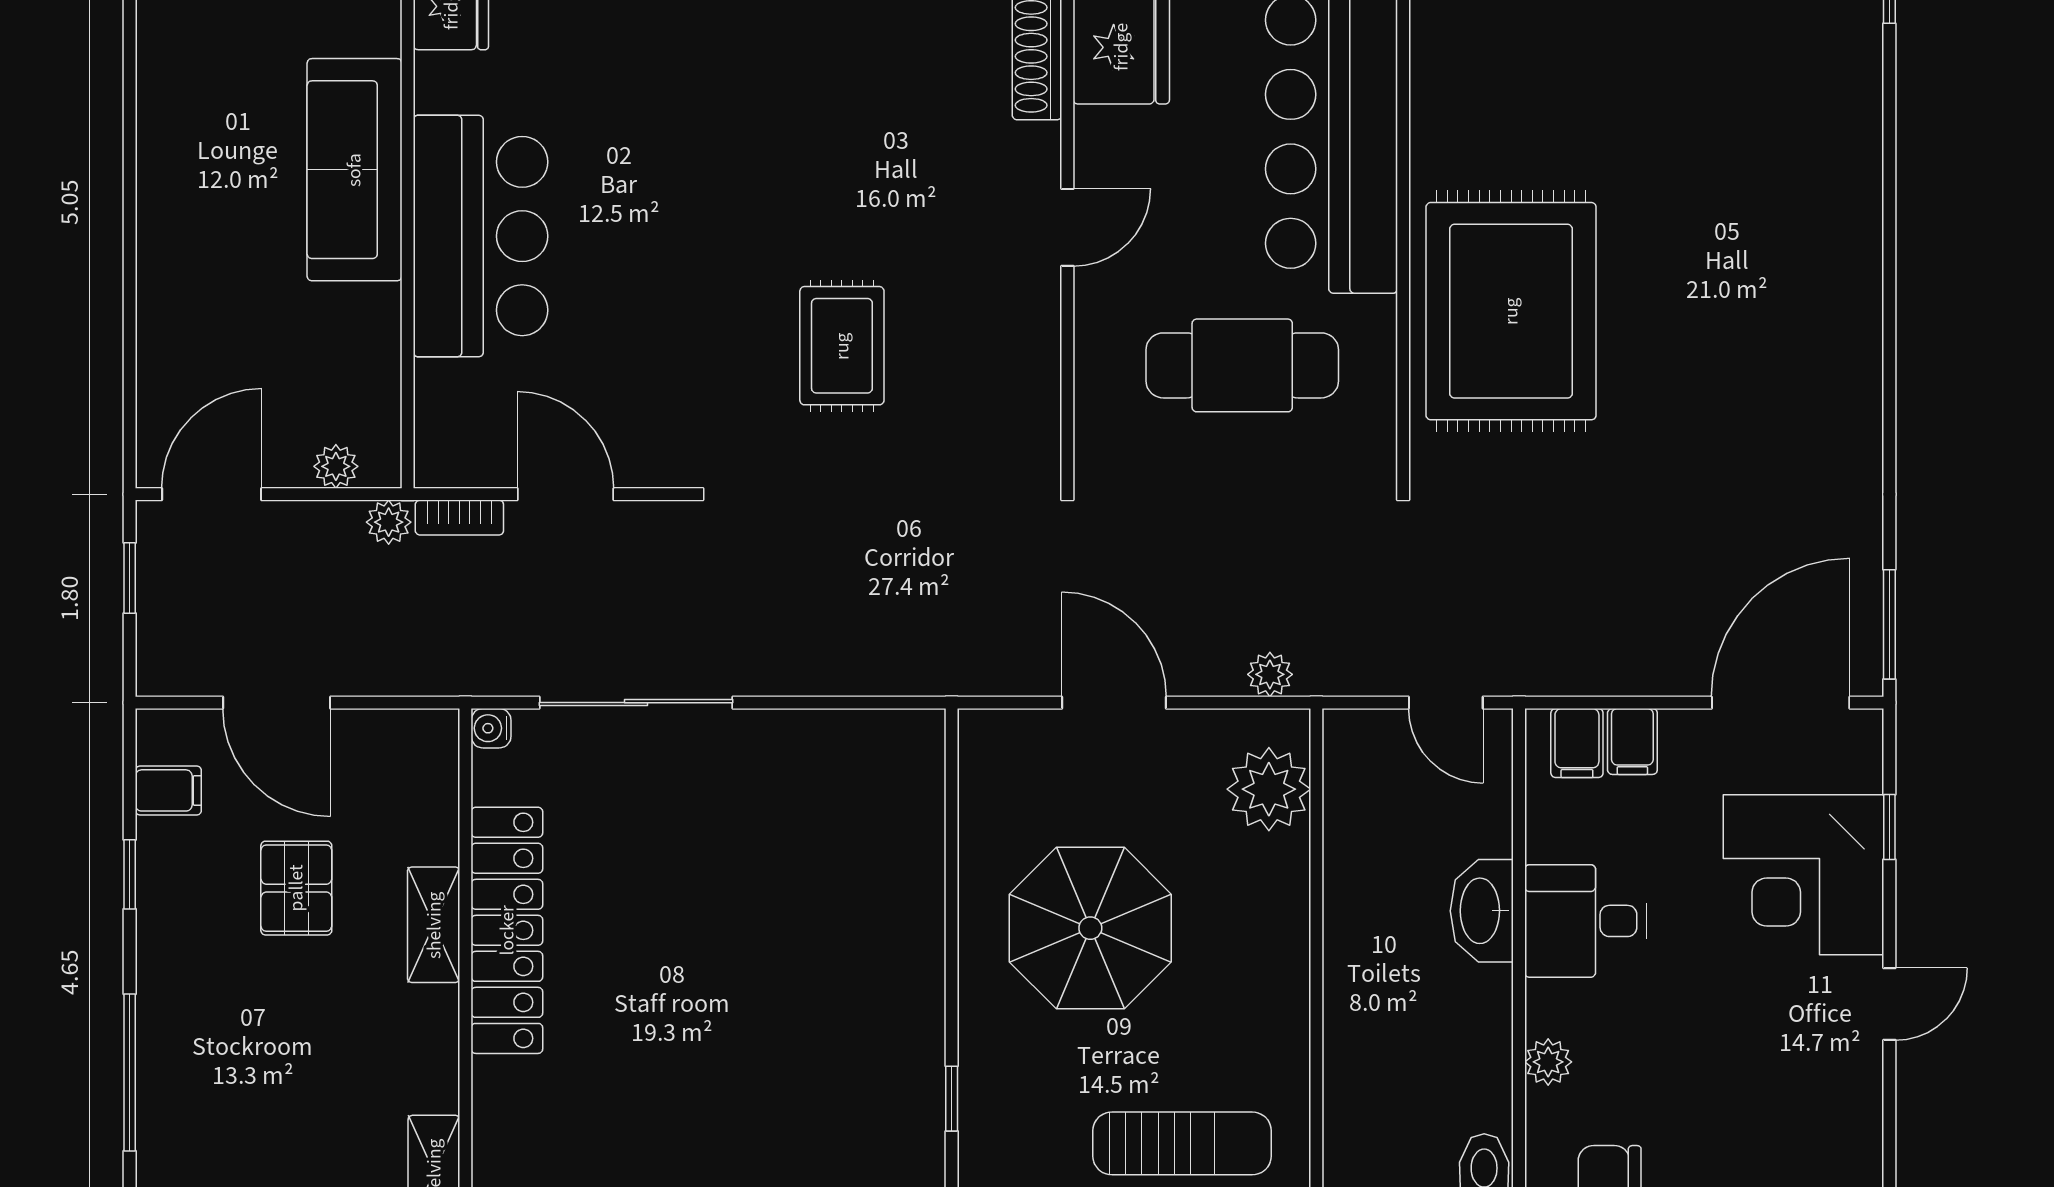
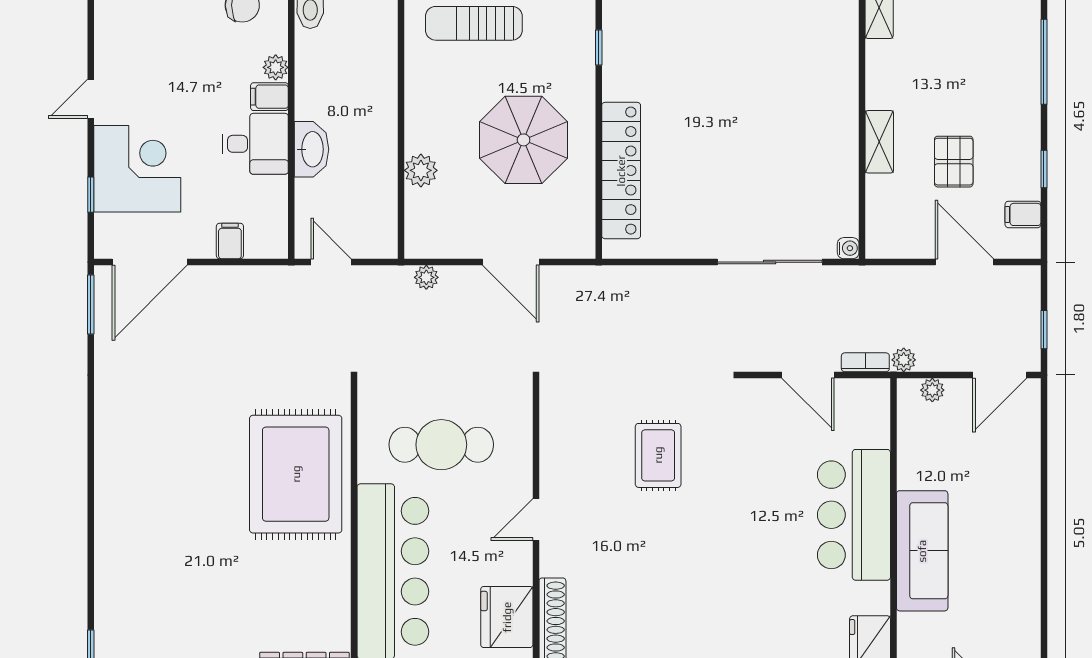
filing cabinet: (1577, 743) -> (269, 97), moved, turned -90
plant: (1269, 789) -> (421, 170), moved, width x0.73, depth x0.73
locker: (507, 930) -> (621, 171), moved, turned 180

